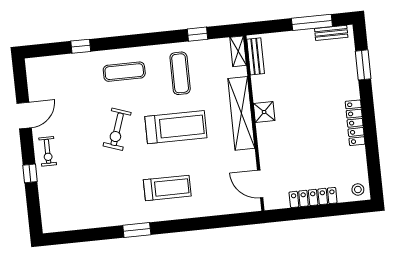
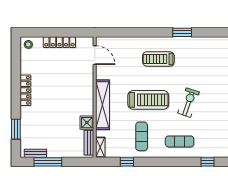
shower: (264, 112) -> (87, 123), moved
treadmill: (176, 127) -> (148, 100), turned 180

